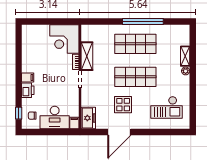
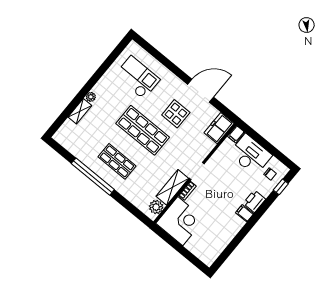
plant: (87, 35) -> (156, 207), added
shop shelf: (135, 44) -> (117, 161), width x0.70, depth x0.74

